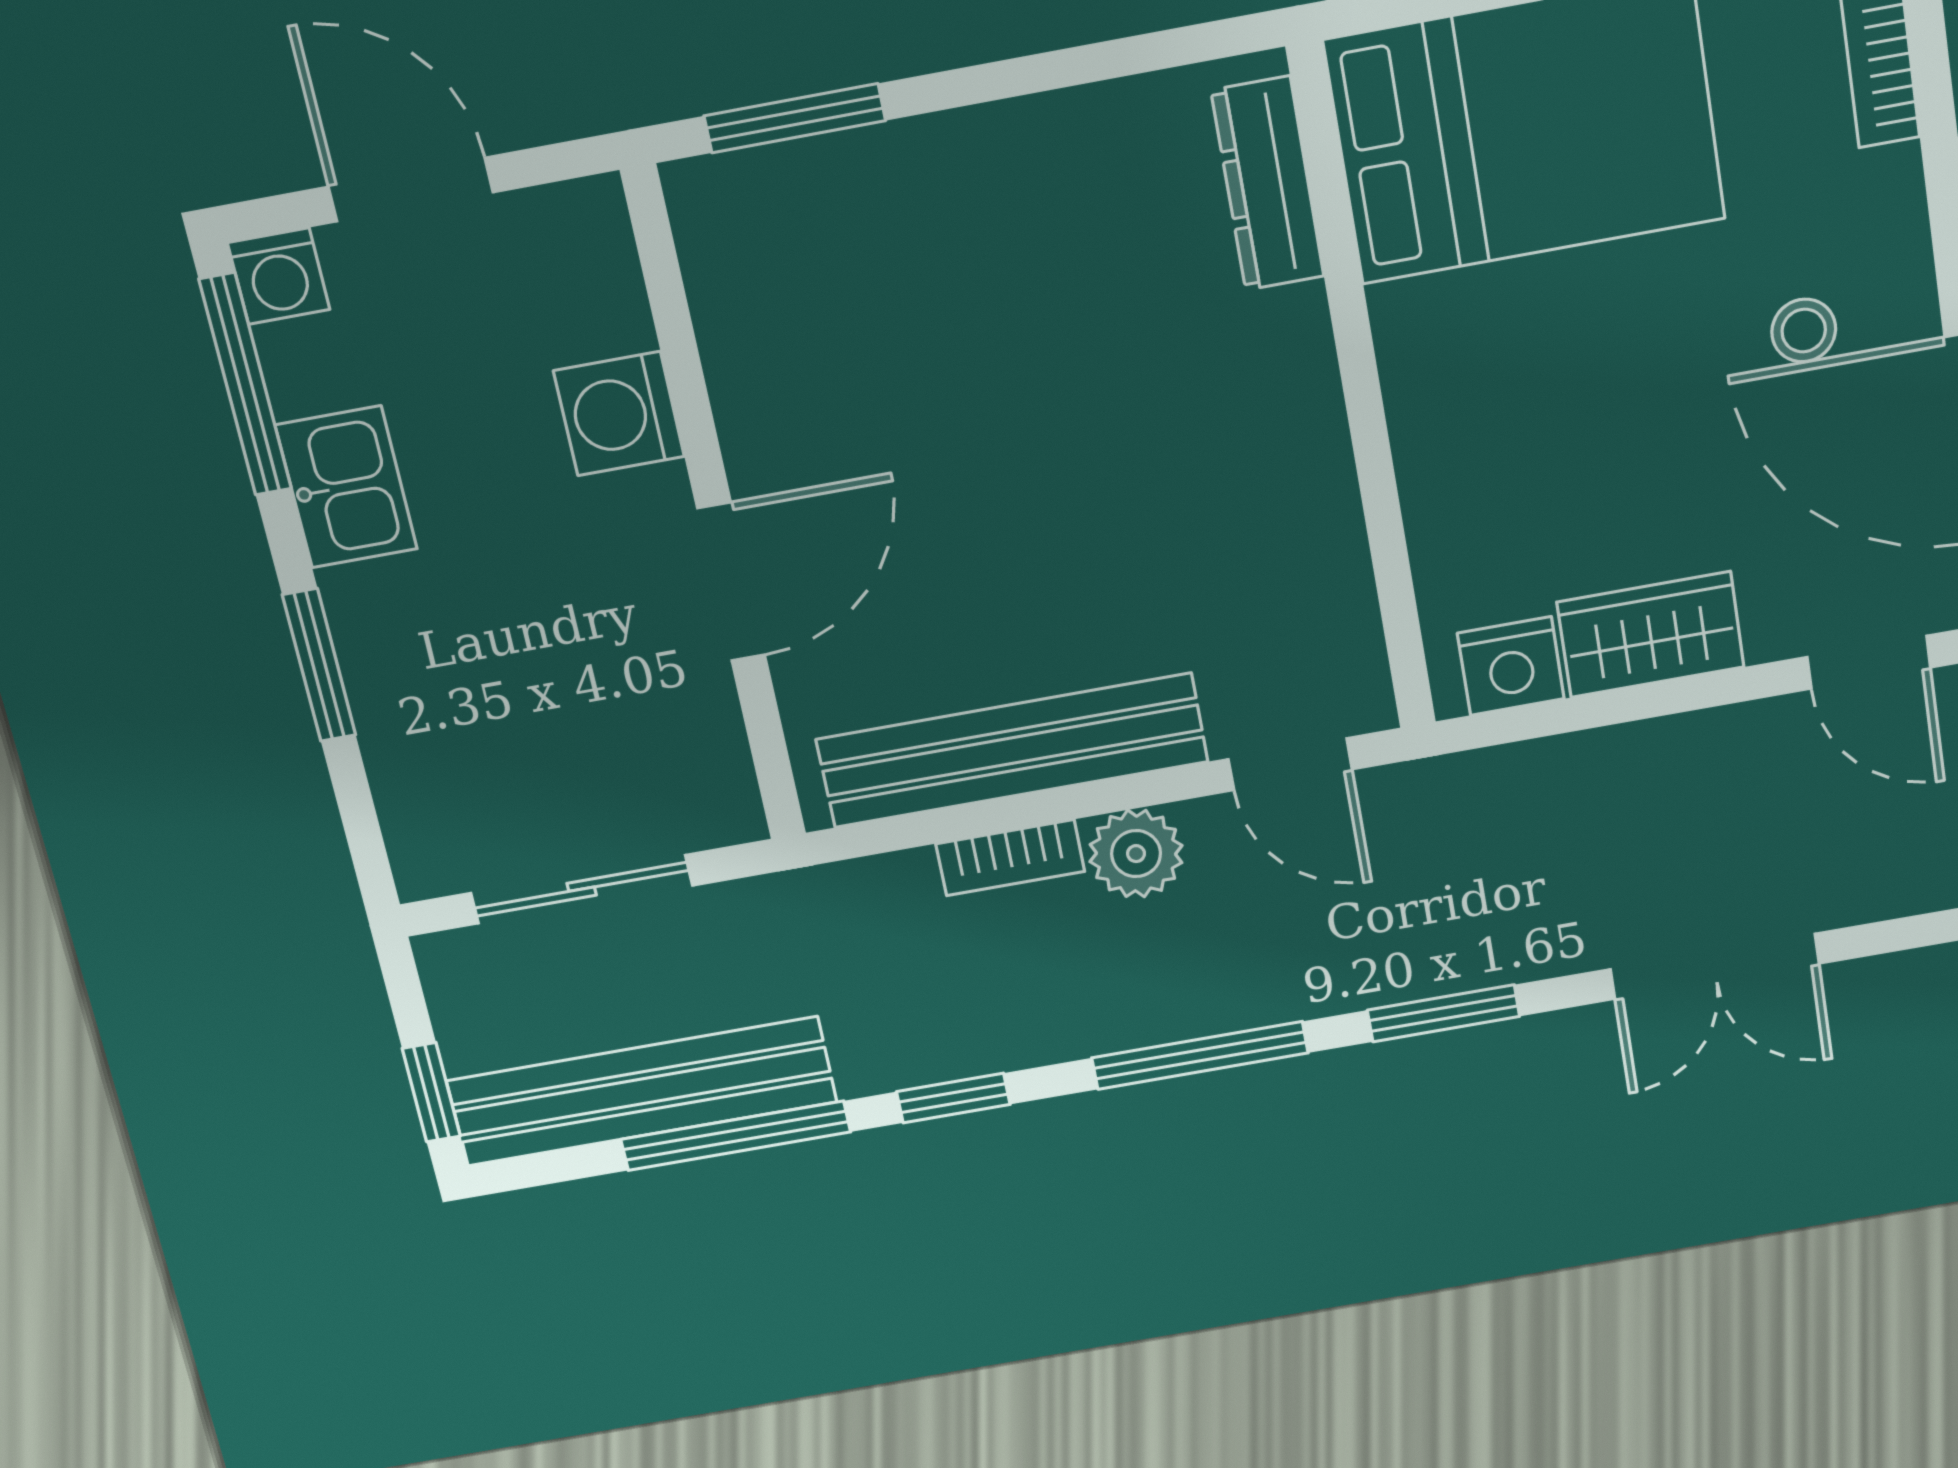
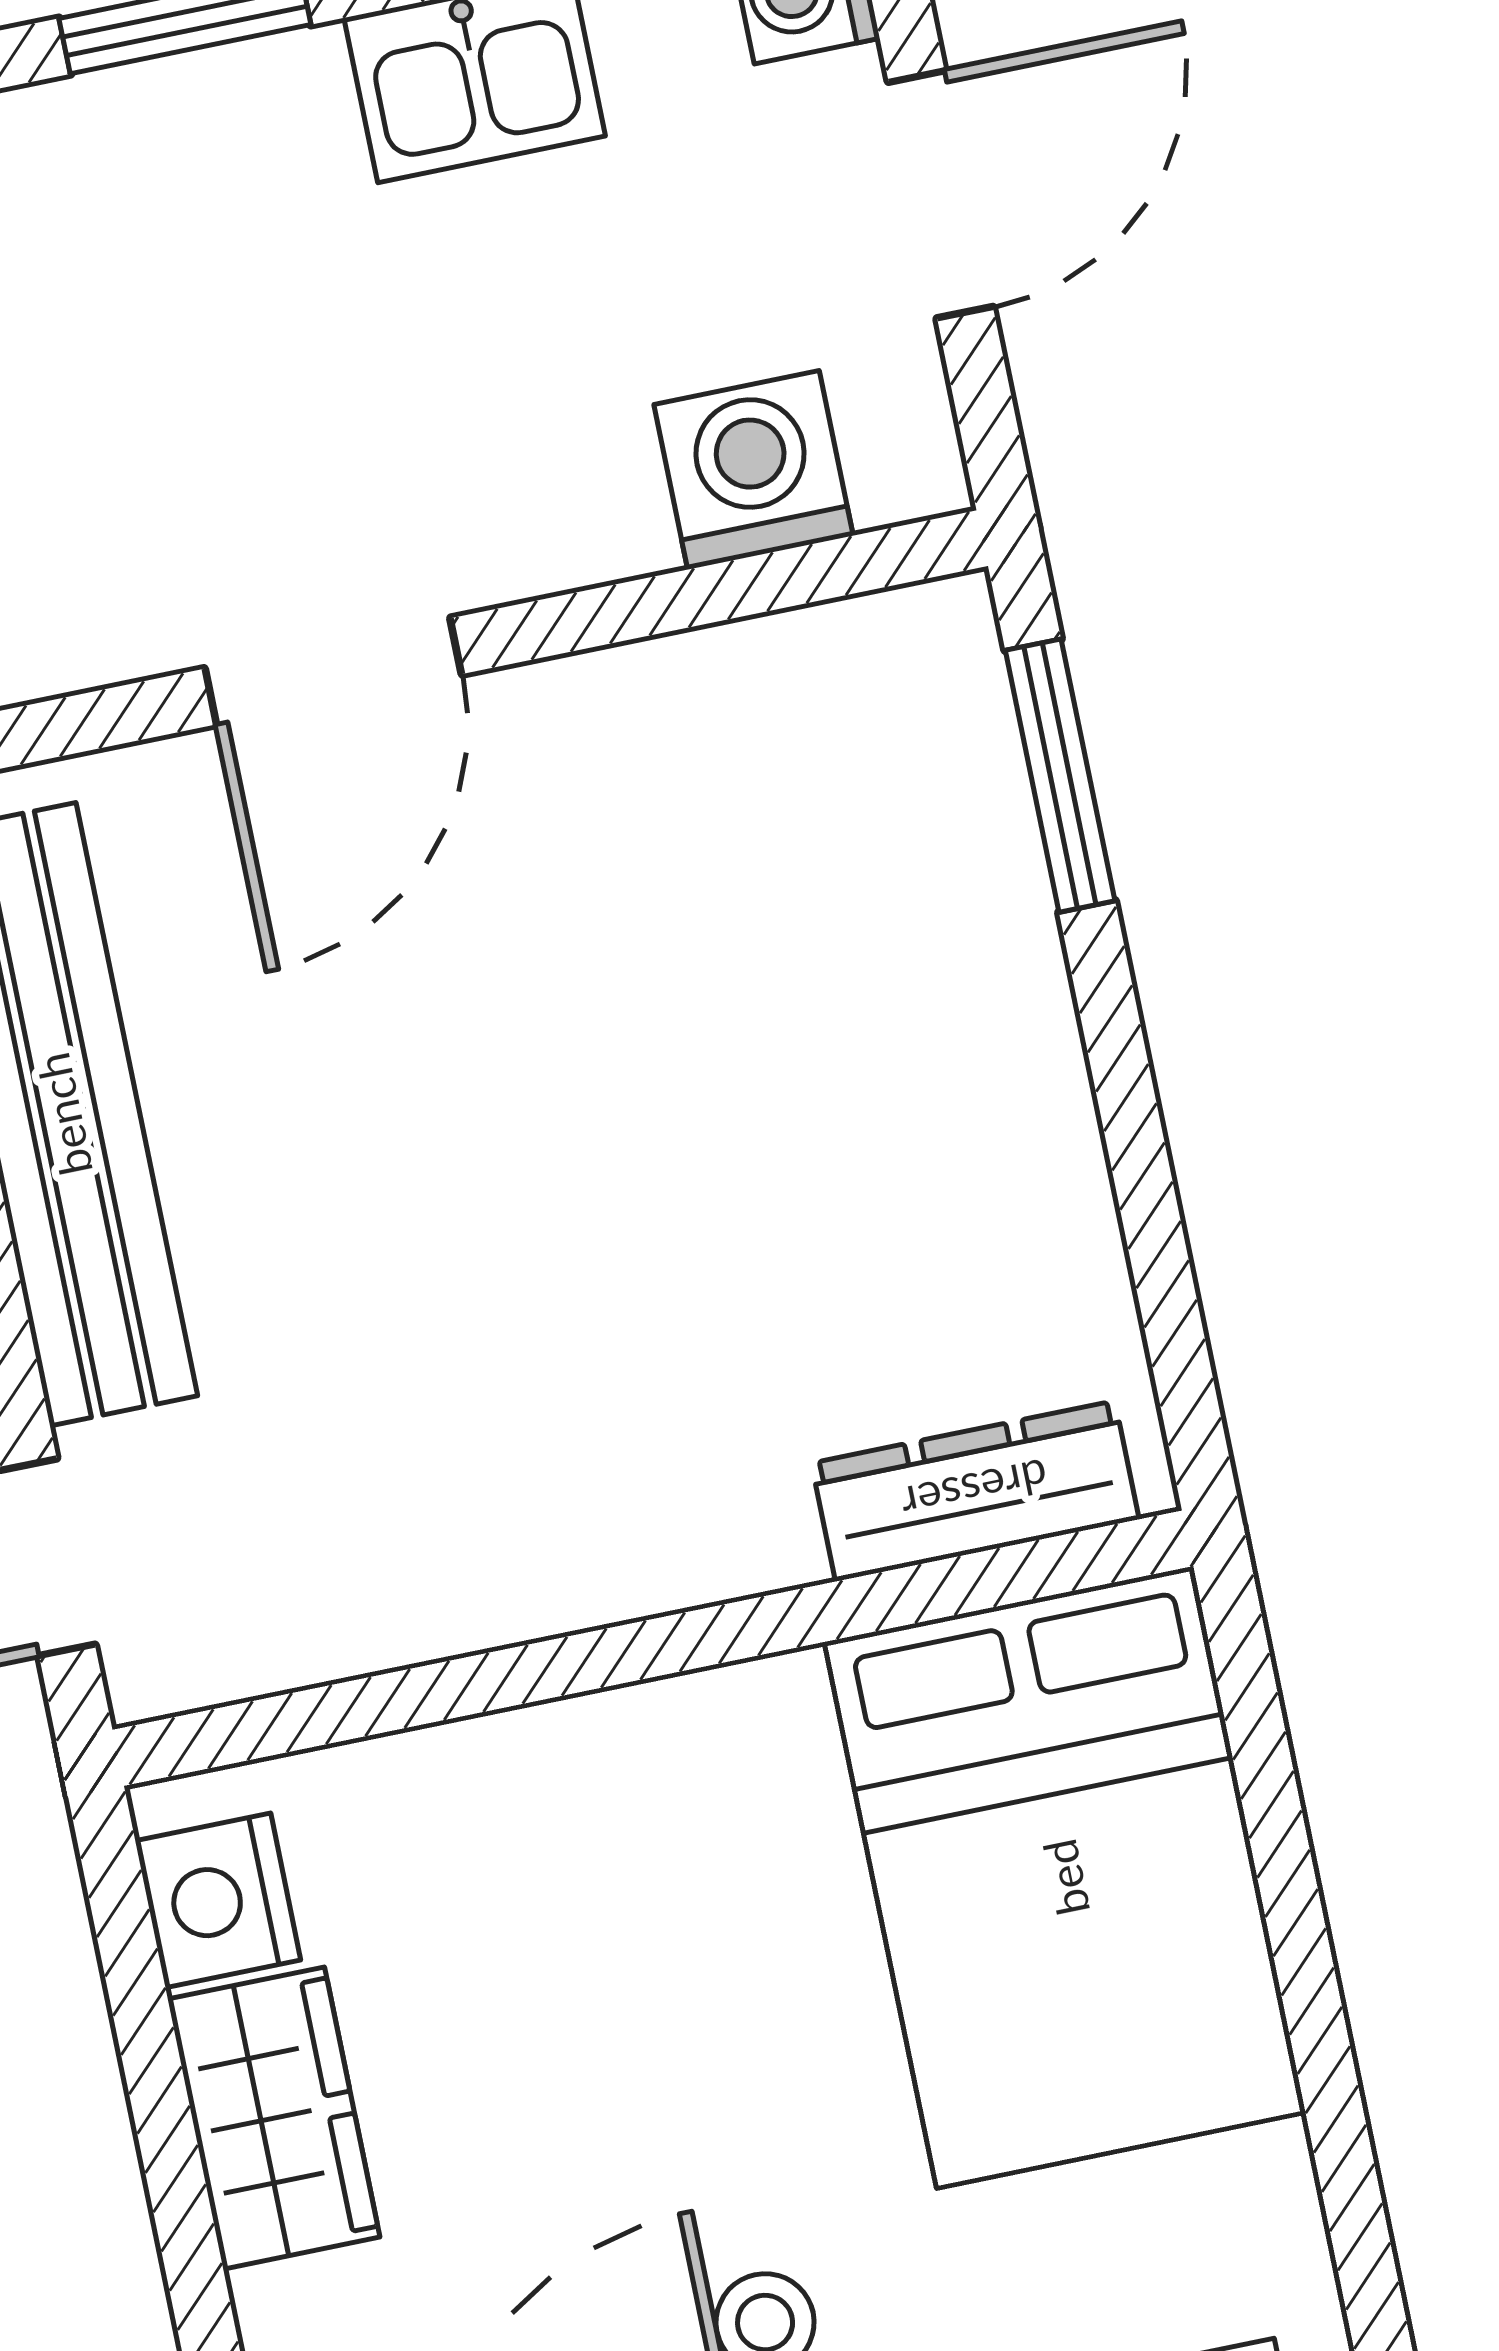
washing machine: (619, 414) -> (753, 470), moved
door: (731, 582) -> (333, 671), hinge flipped

